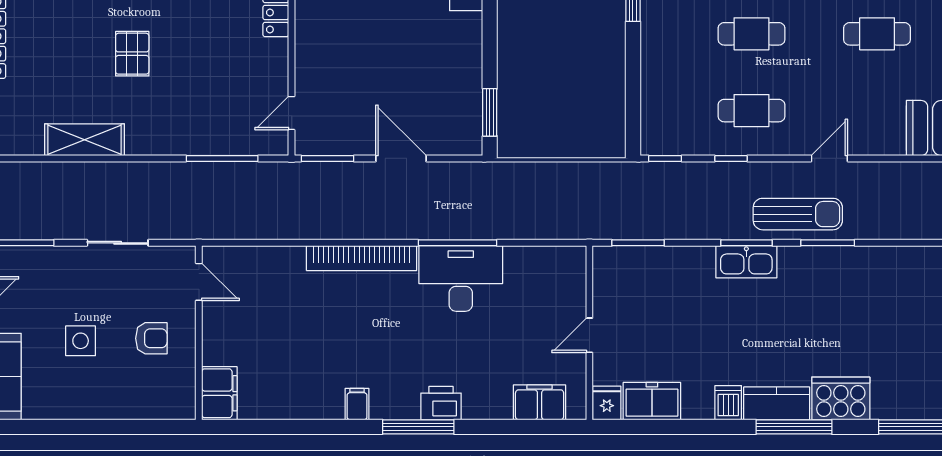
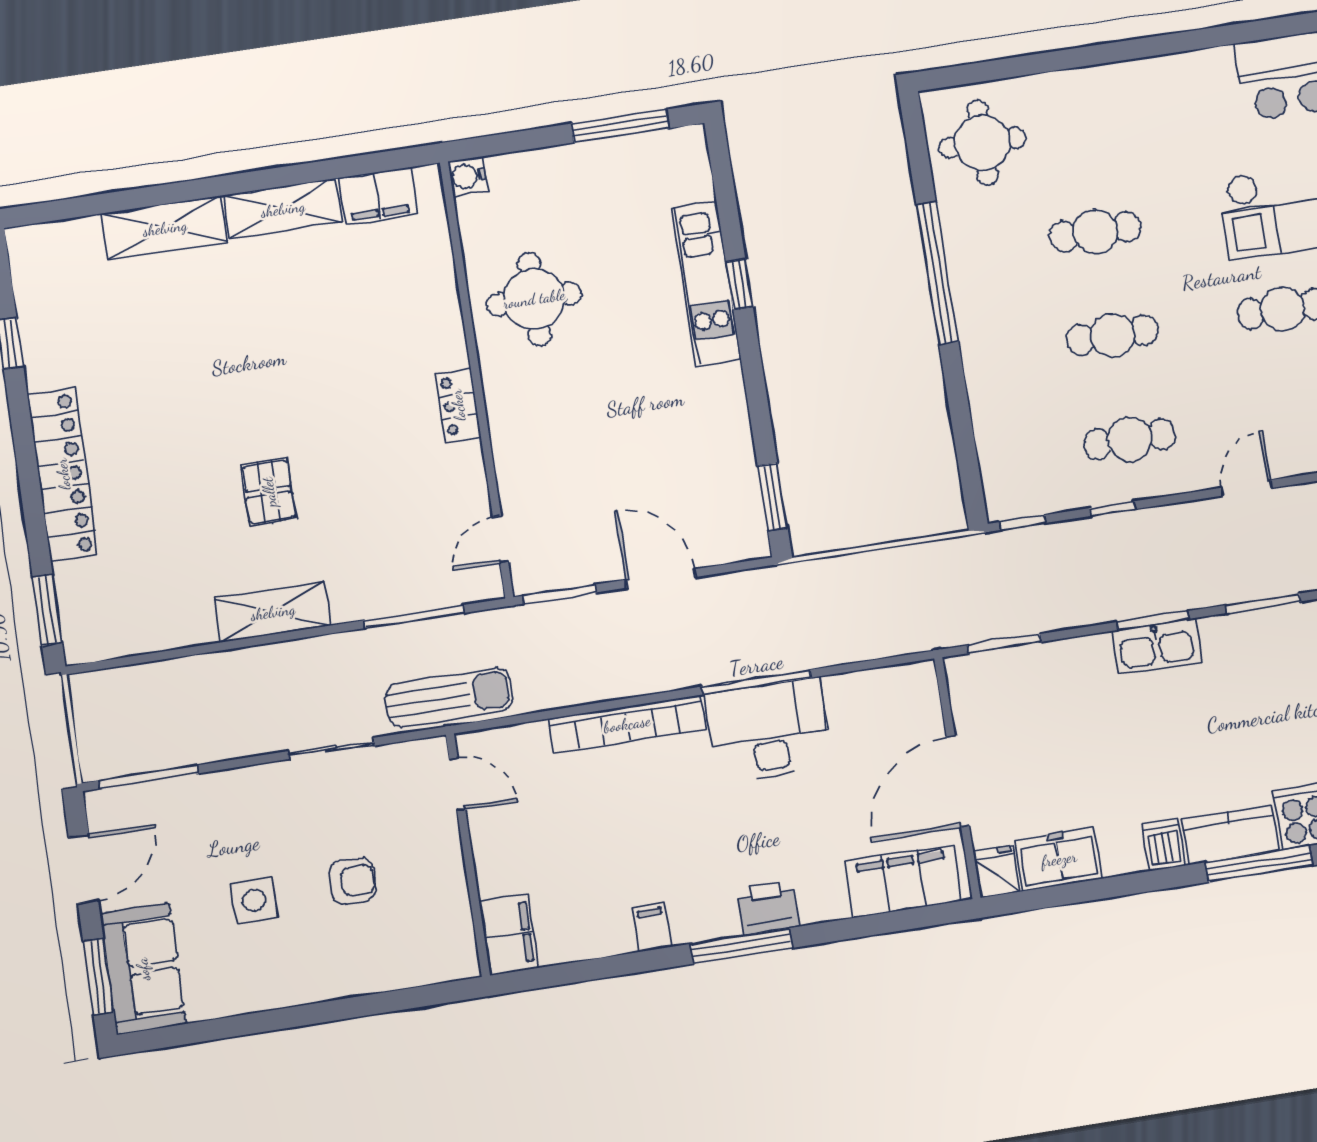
shelving: (85, 140) -> (273, 612), moved
sun lounger: (798, 214) -> (449, 697), moved
sliding door: (118, 243) -> (331, 748), moved
door: (199, 282) -> (457, 784), moved
wall: (199, 333) -> (468, 855), moved
door: (589, 335) -> (958, 781), width x1.88
filing cabinet: (219, 393) -> (509, 935), moved
filing cabinet: (540, 402) -> (903, 881), width x1.50, depth x1.17

